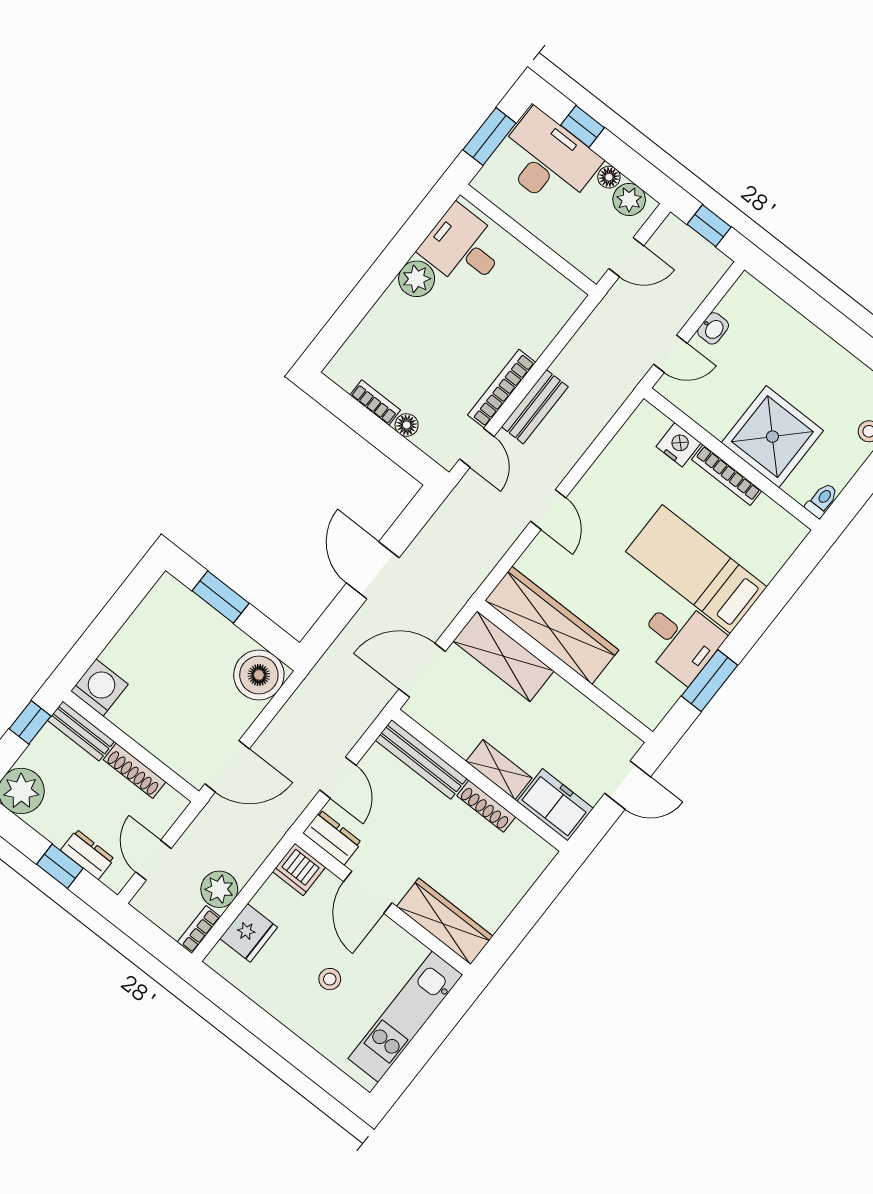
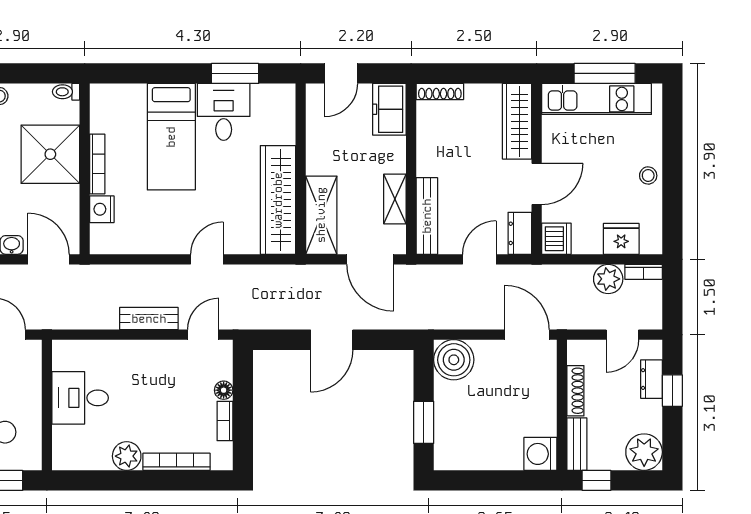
desk: (463, 248) -> (80, 398), moved, turned 90
door: (670, 354) -> (48, 259), width x1.38
bookcase: (502, 389) -> (176, 462), moved, turned 180
shelving: (499, 770) -> (395, 199), moved
door: (628, 785) -> (341, 73), swing flipped
shoe rack: (486, 806) -> (440, 92), moved, turned 90
stool: (330, 979) -> (648, 175), moved
window: (424, 1044) -> (605, 73), added

